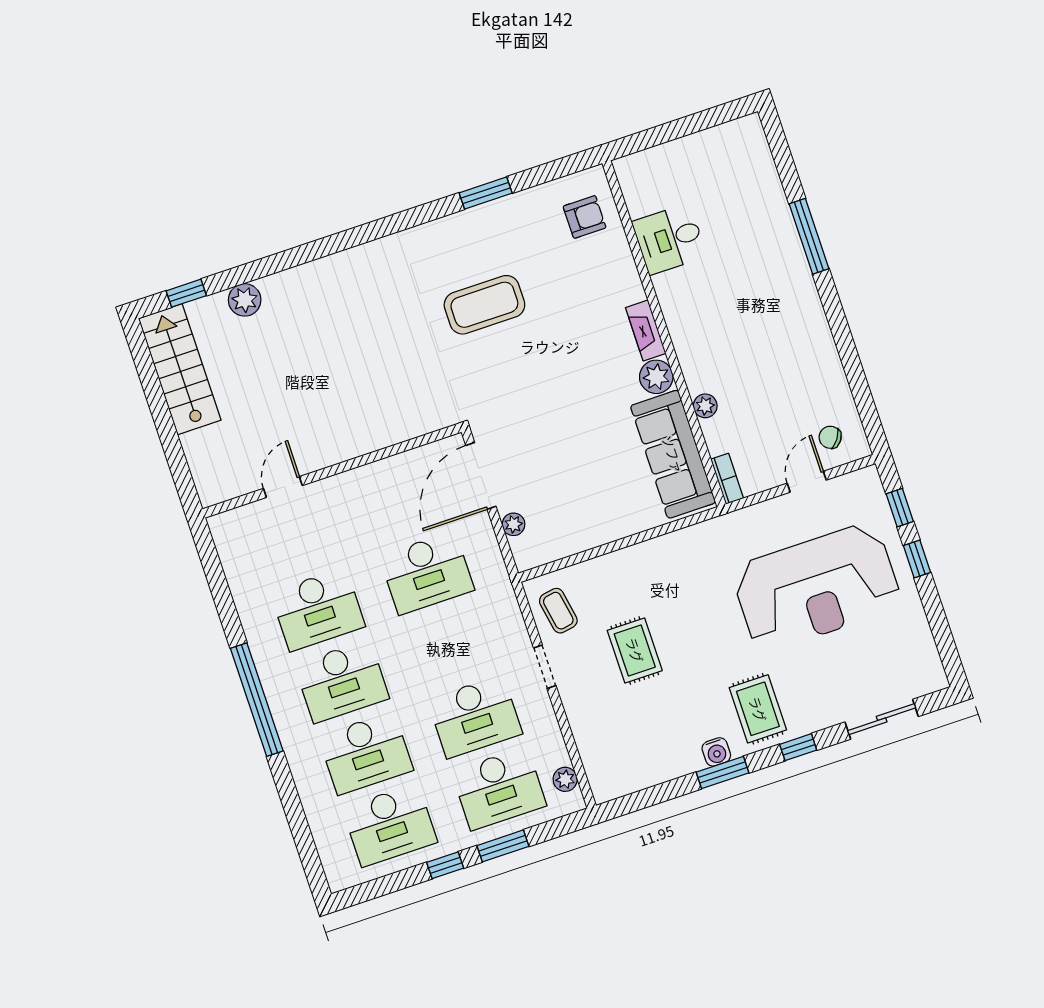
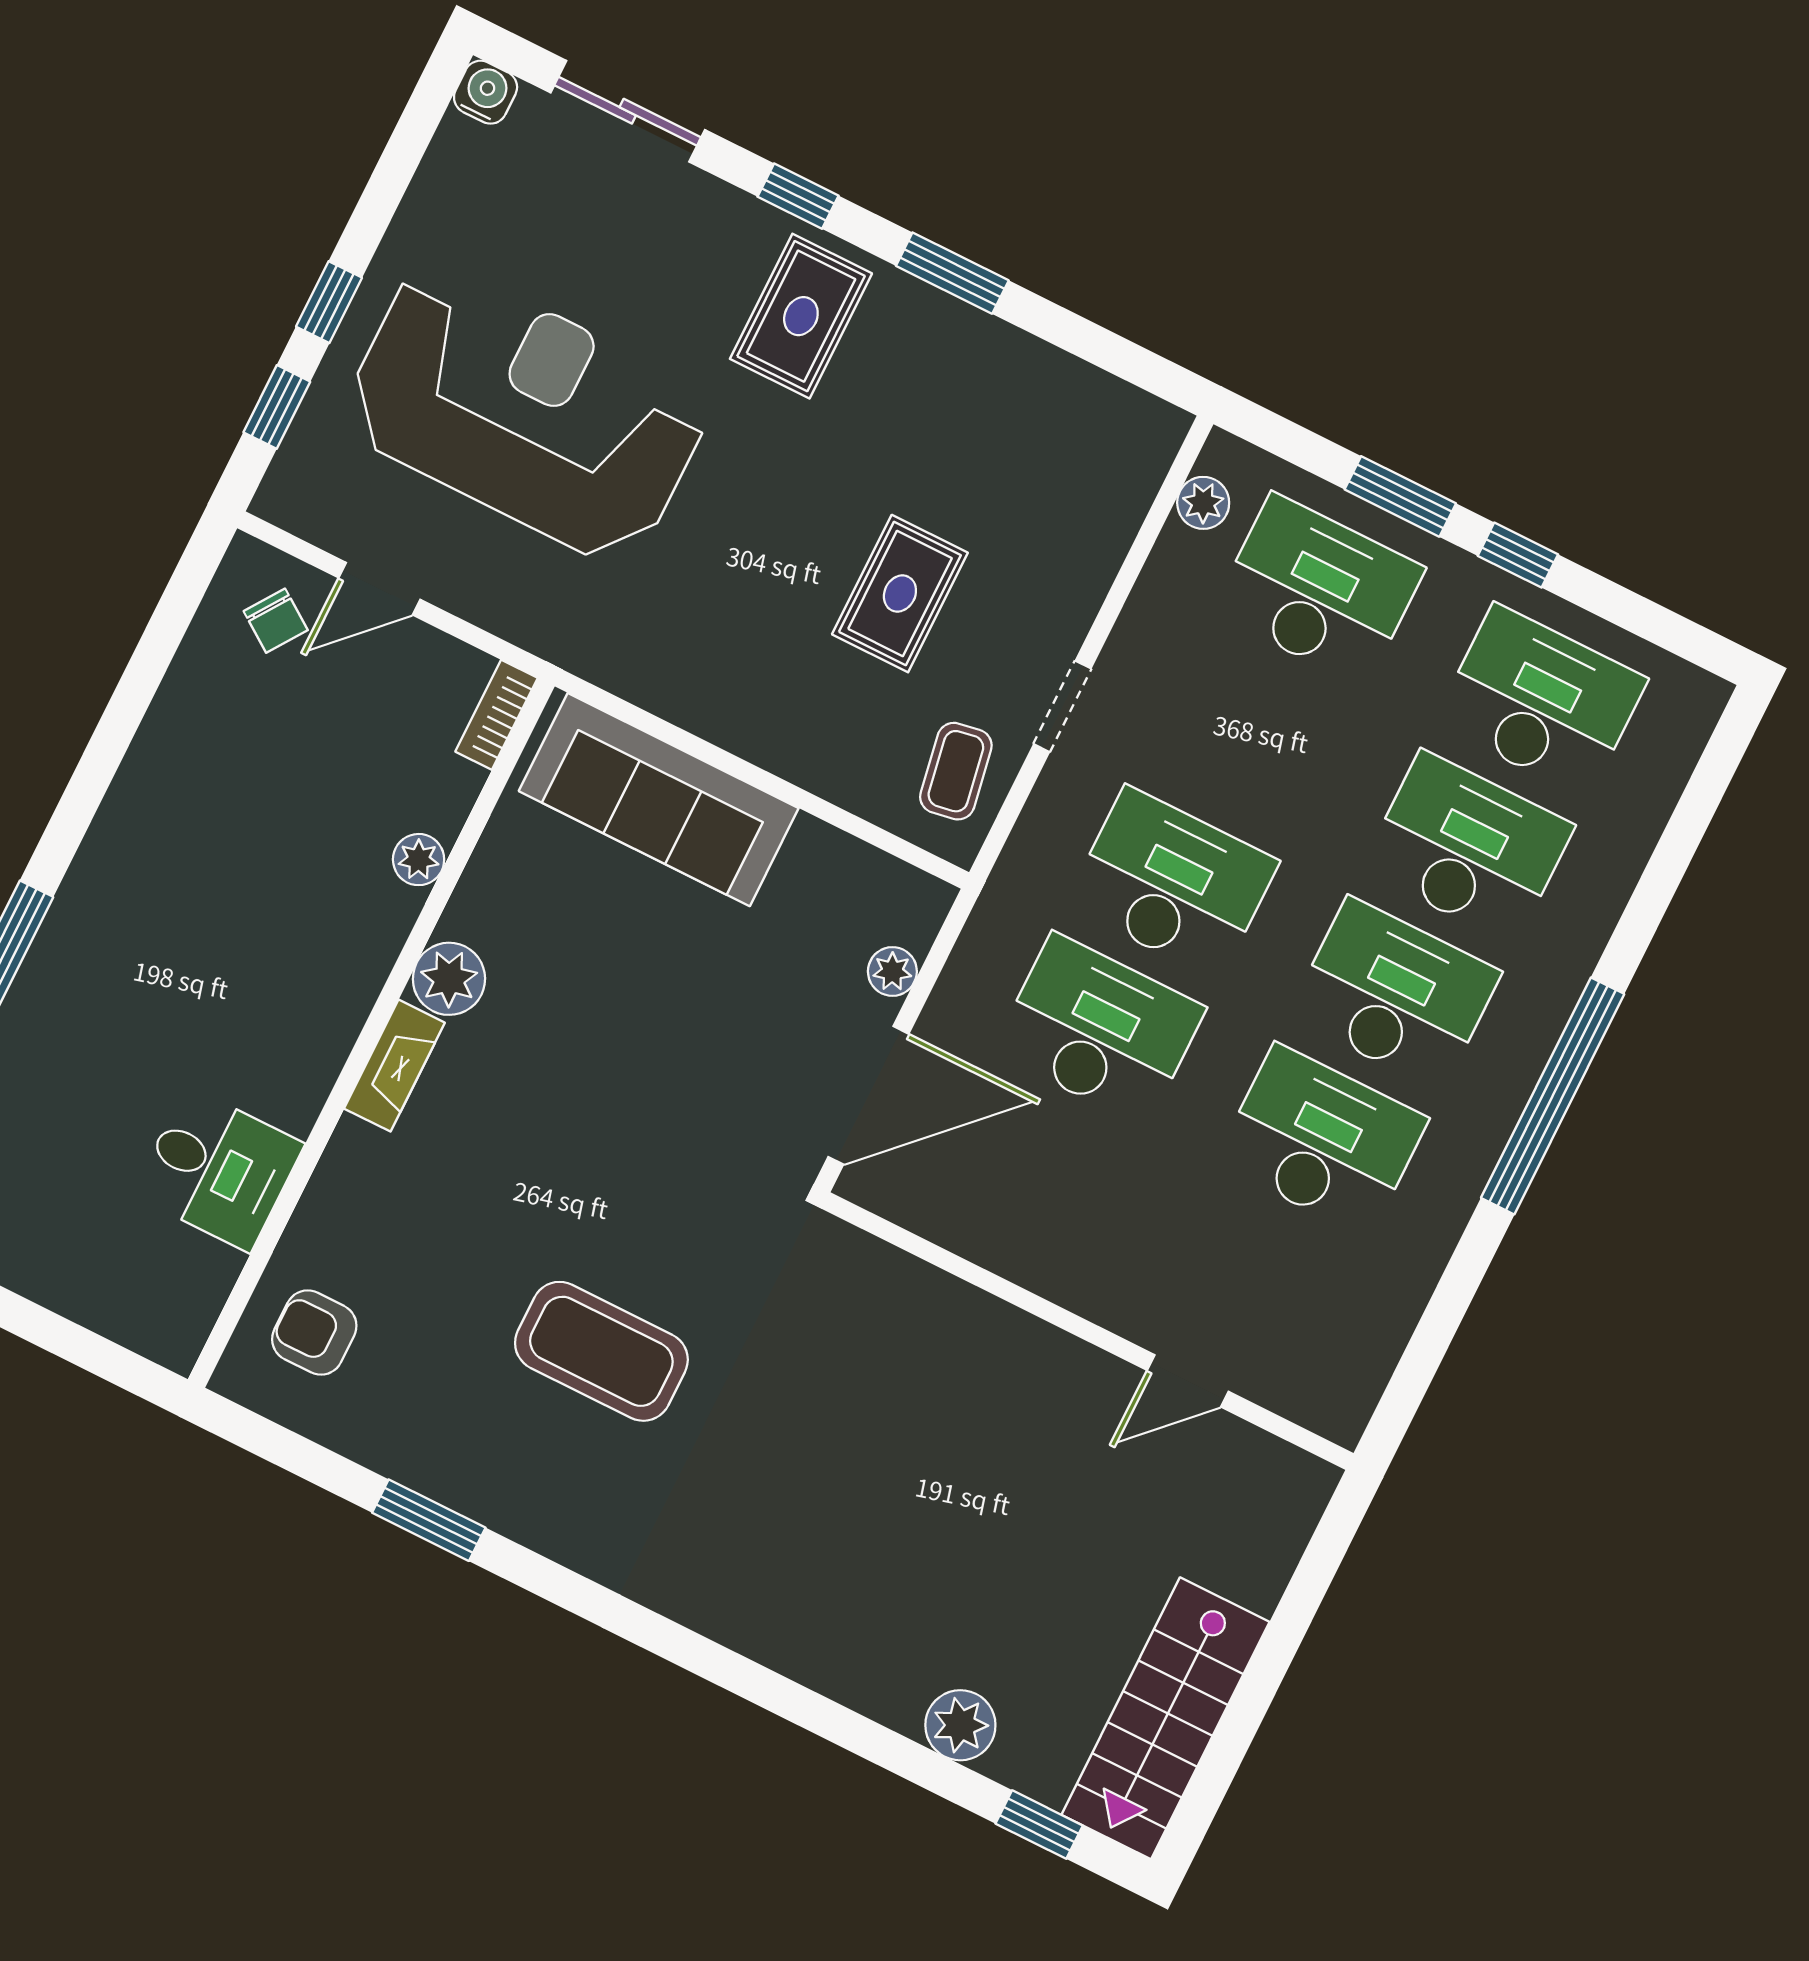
sofa: (673, 454) -> (659, 800), moved, turned 90
desk: (475, 717) -> (1172, 883), moved
water cooler: (716, 752) -> (486, 92), moved

